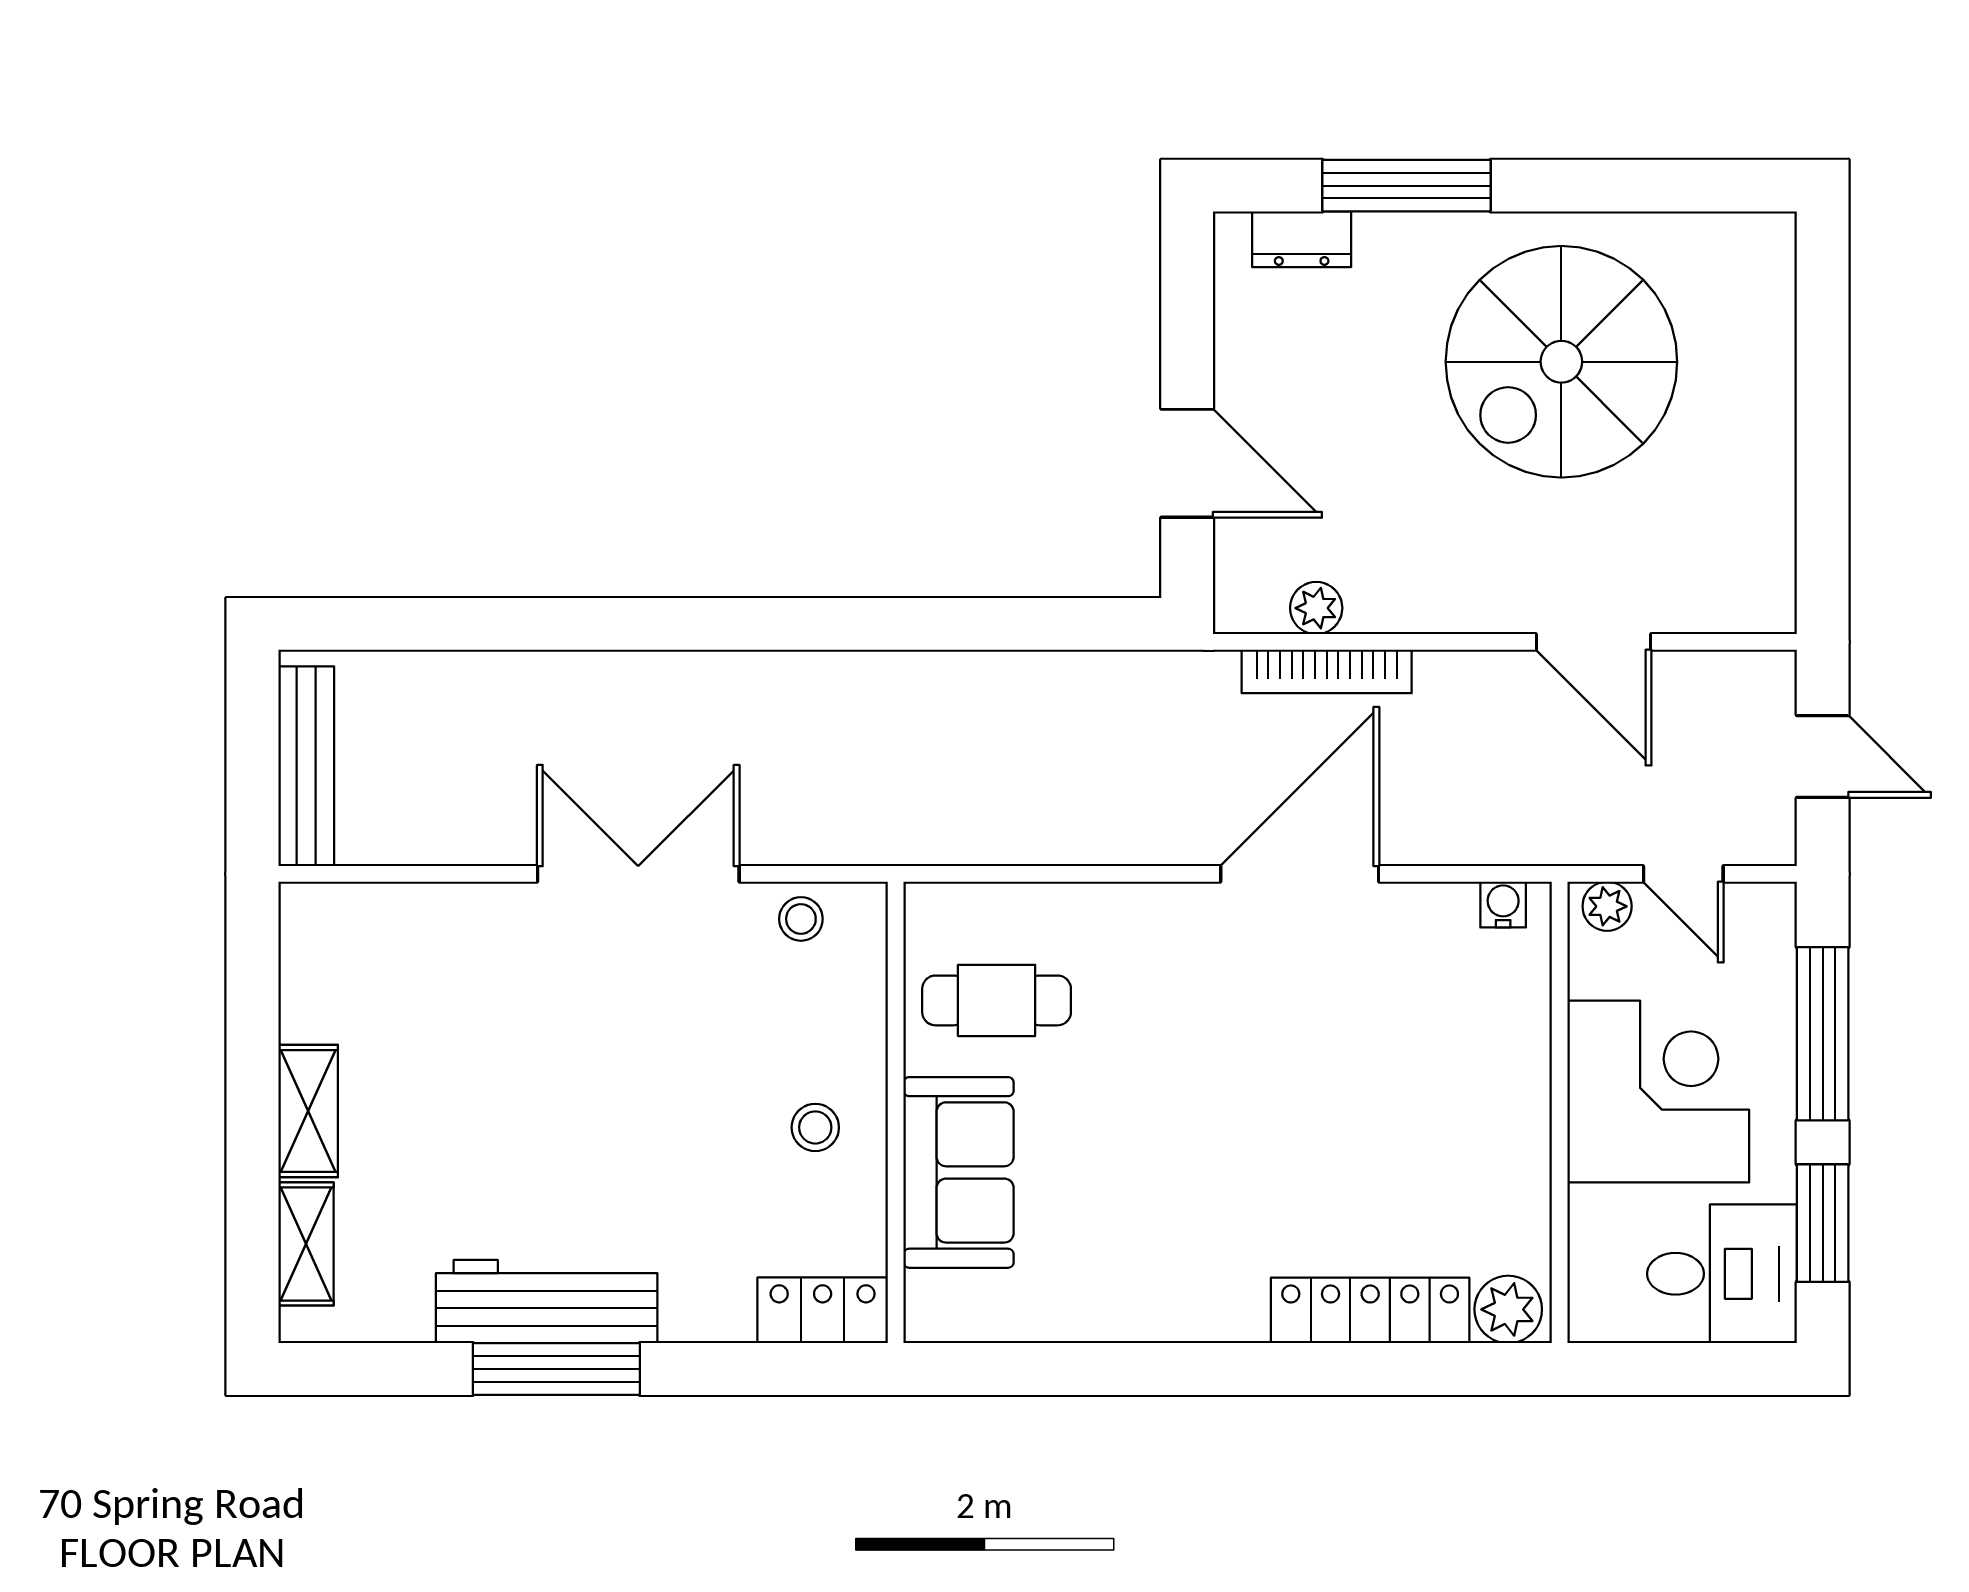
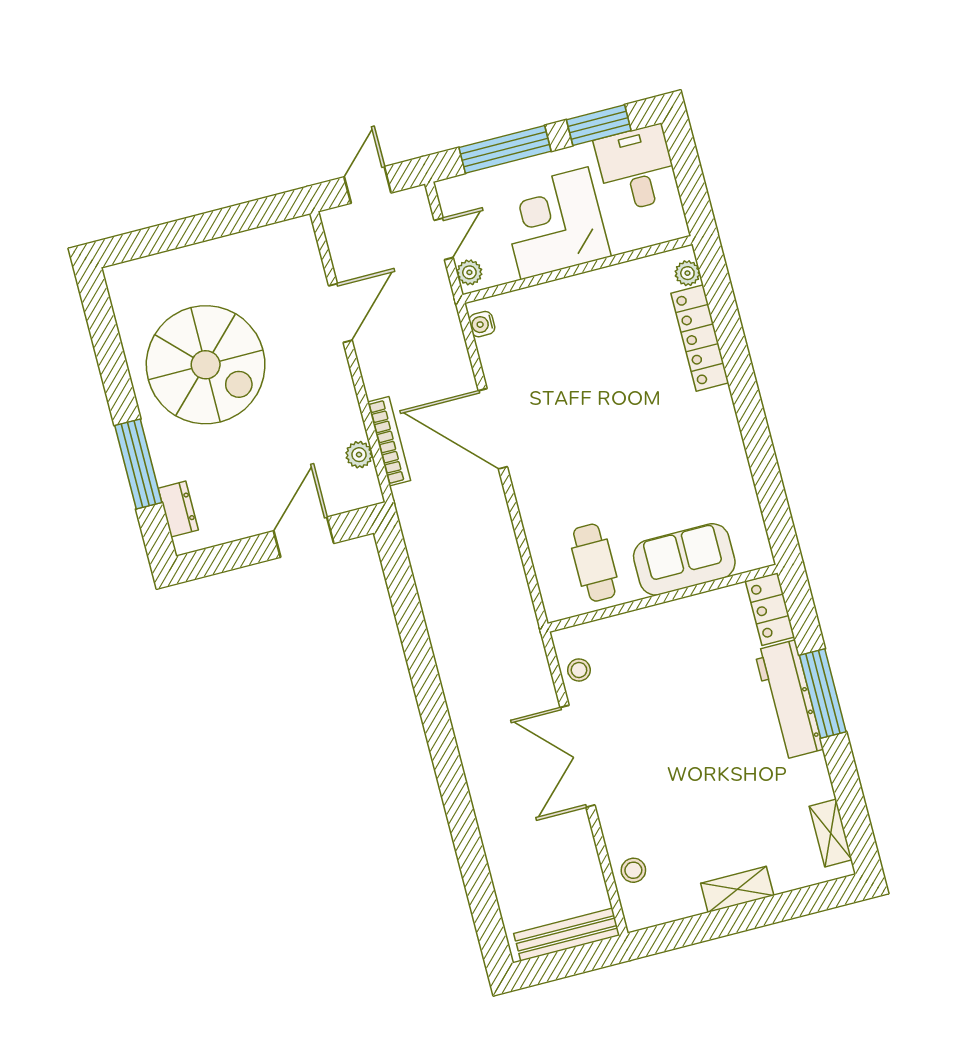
stool: (815, 1127) -> (633, 870), moved
shelving: (306, 1244) -> (831, 833), moved, turned 90
workbench: (547, 1302) -> (789, 700), moved
plant: (1508, 1309) -> (687, 273), width x0.73, depth x0.73
window: (556, 1369) -> (823, 694), moved

